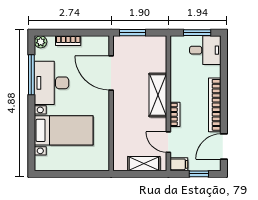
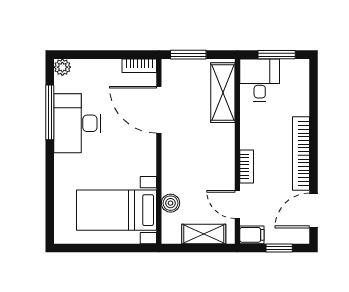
bookcase: (68, 41) -> (139, 66), moved
desk: (205, 50) -> (260, 80), moved, turned -90
shelving: (158, 95) -> (223, 93), moved
bed with nightstands: (64, 130) -> (116, 210), moved, turned 180
boiler: (120, 141) -> (170, 203), added

